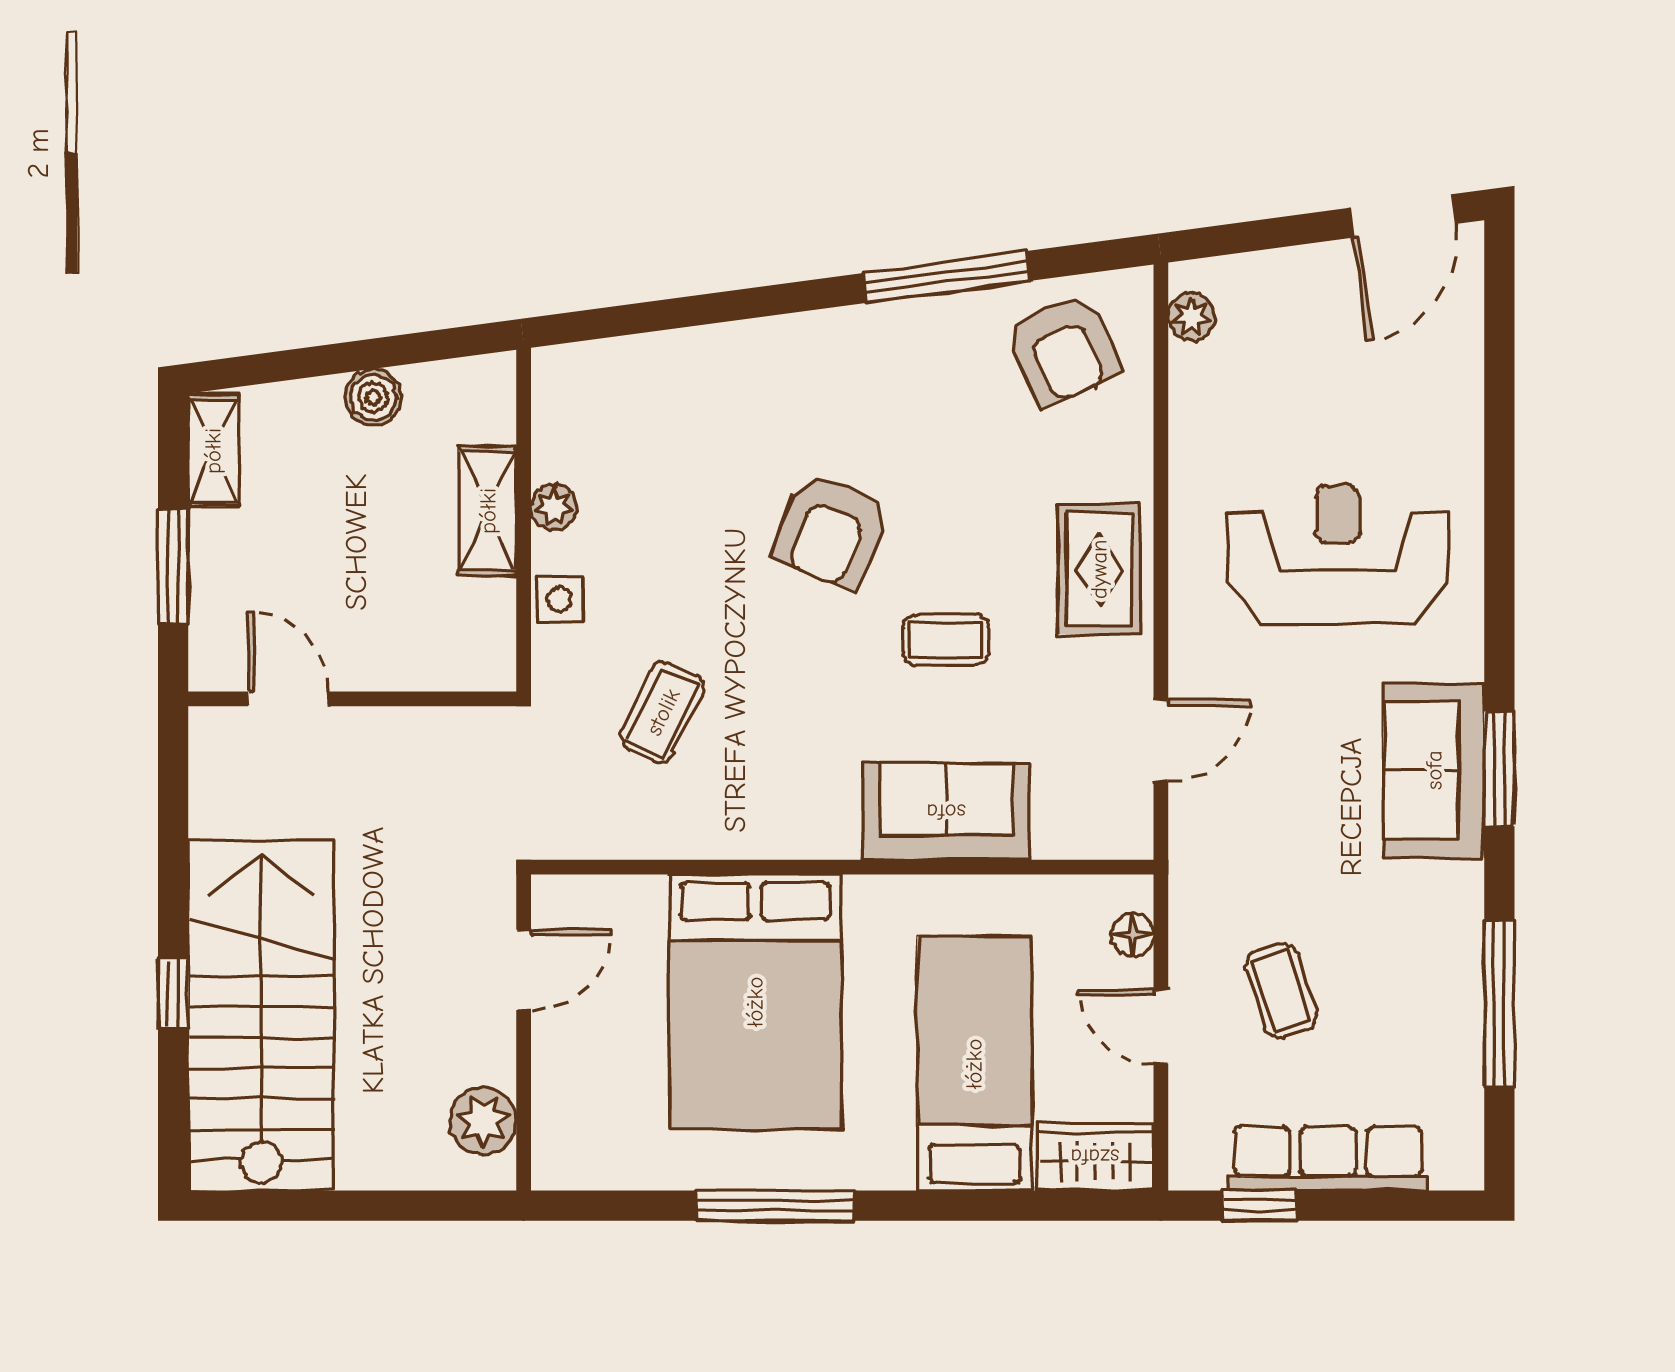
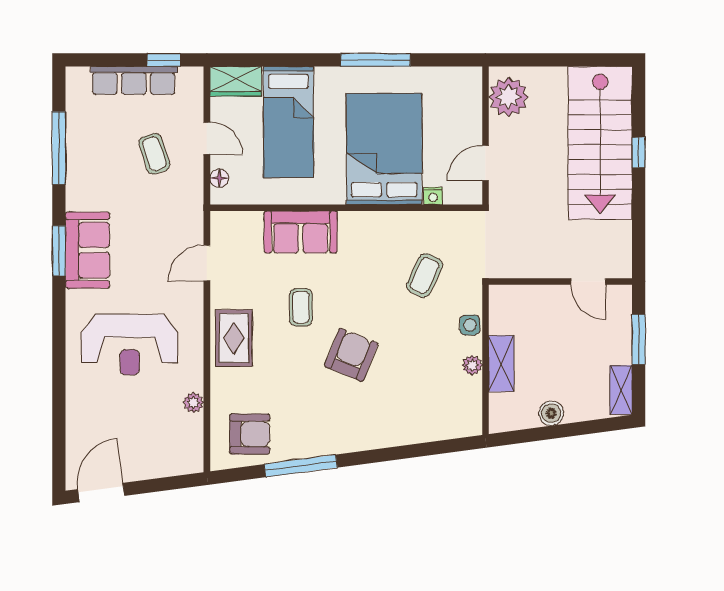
plant: (1192, 317) -> (193, 403), moved
armchair: (1063, 350) -> (250, 434), turned 114
coffee table: (946, 640) -> (301, 307), turned 90
nightstand: (644, 894) -> (433, 196), added
plant: (483, 1121) -> (508, 97), width x1.36, depth x1.36

